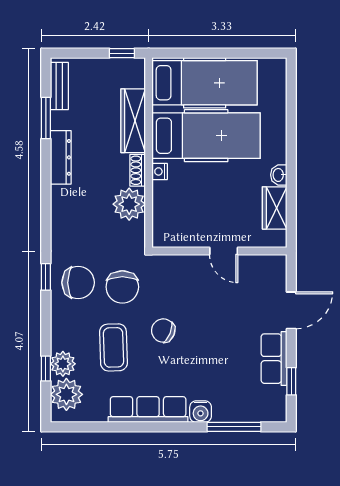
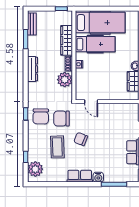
hospital bed: (206, 136) -> (95, 44), width x0.73, depth x0.78
dresser: (61, 157) -> (33, 69), moved
door: (224, 251) -> (91, 102), moved
chair: (78, 283) -> (41, 116), turned 91
chair: (122, 287) -> (62, 119), turned 90
plant: (63, 364) -> (34, 155), removed
row of seats: (148, 410) -> (80, 176), width x0.68

